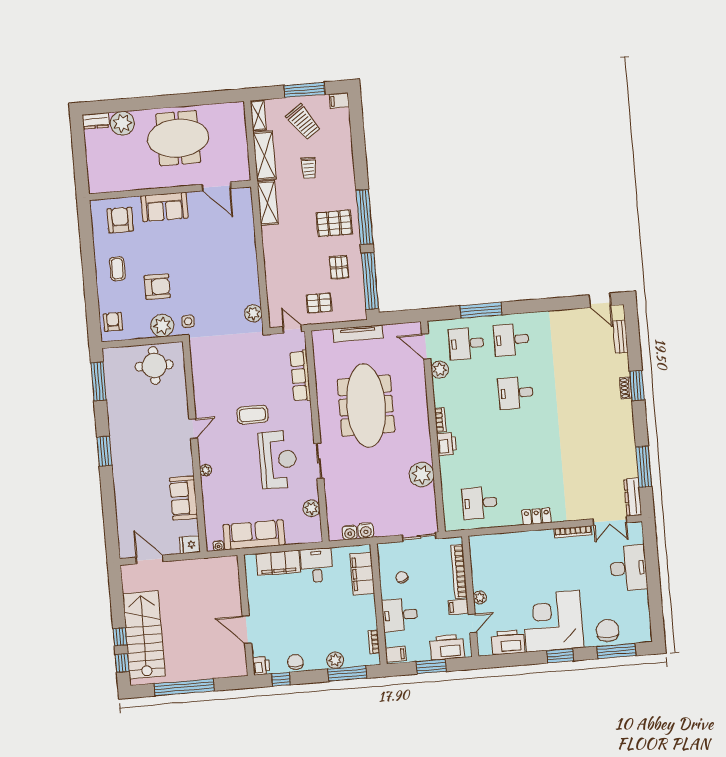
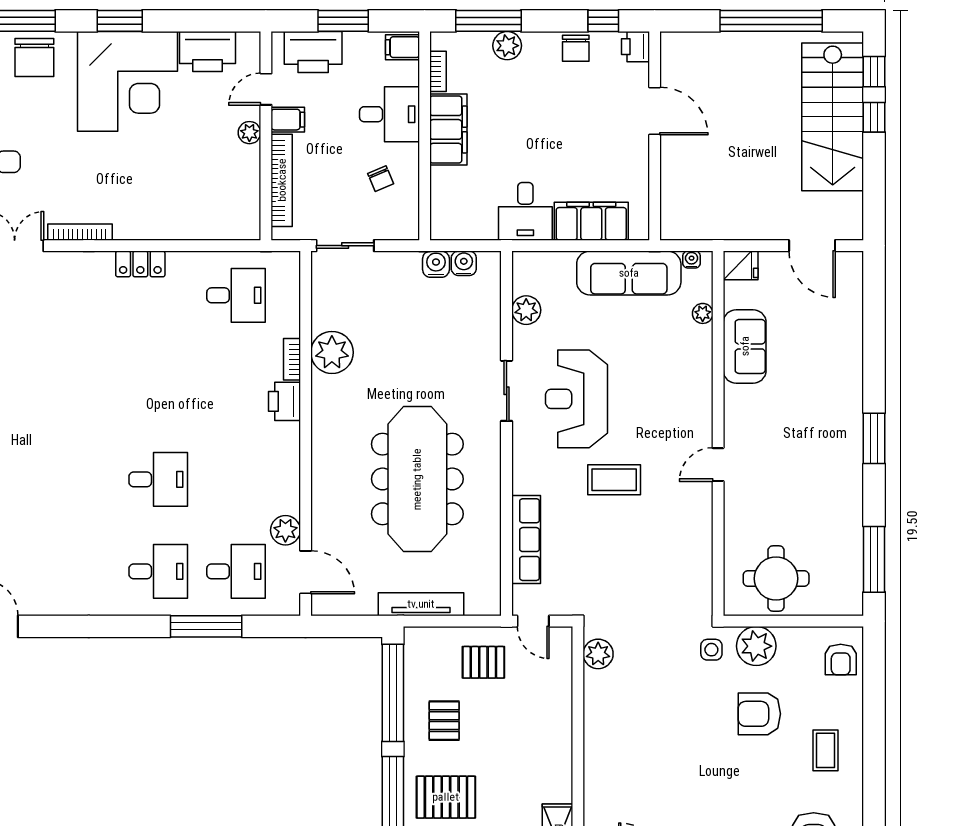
bookcase: (440, 420) -> (292, 359), moved
plant: (206, 470) -> (703, 313), moved
filing cabinet: (362, 574) -> (448, 129), moved

